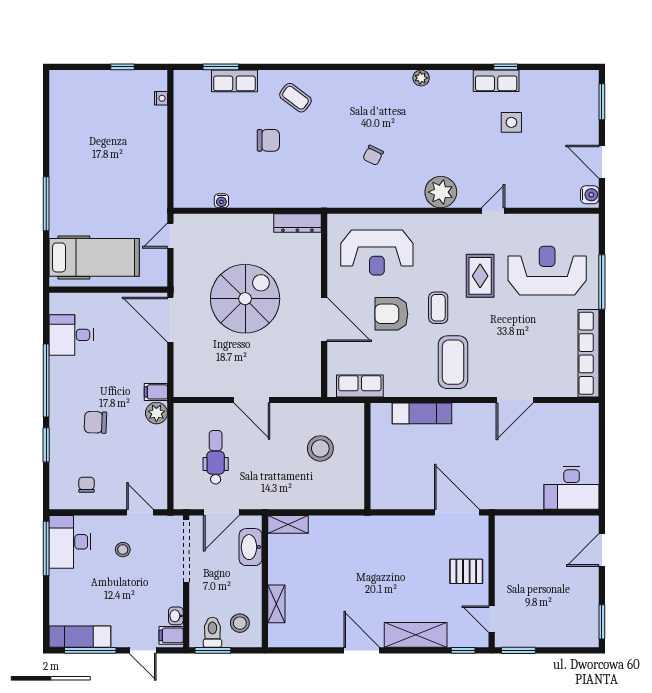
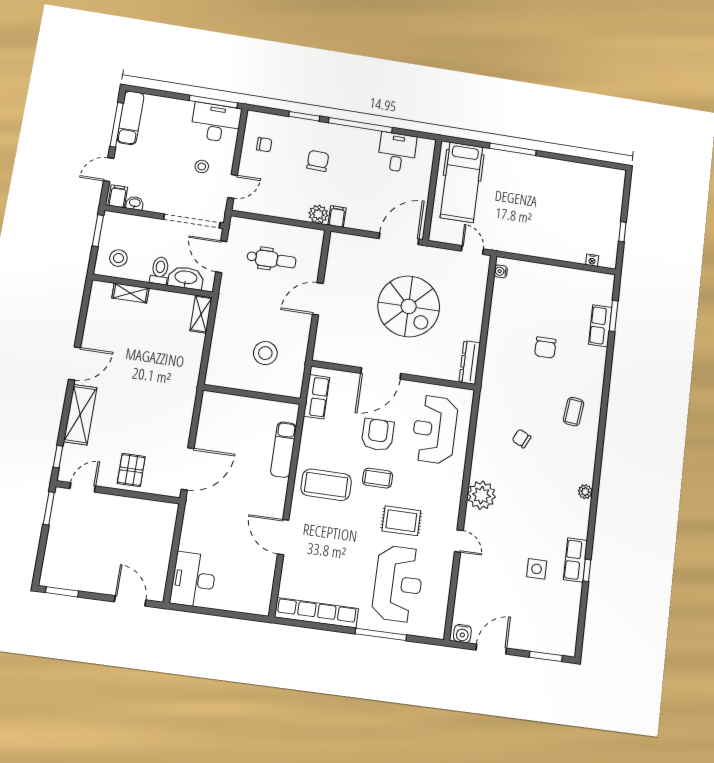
coffee table: (295, 98) -> (574, 412), moved, turned -30
water cooler: (221, 201) -> (501, 271), moved
toilet: (212, 632) -> (160, 271), moved, turned -90

